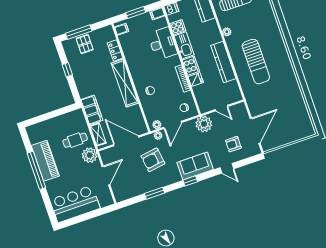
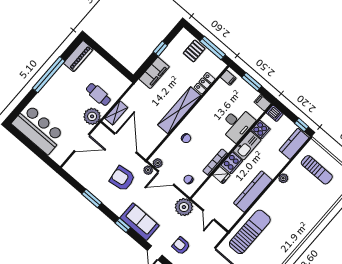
window: (79, 32) -> (213, 48), moved
sun lounger: (256, 62) -> (250, 232), moved, turned 180
filing cabinet: (92, 110) -> (154, 73), moved
piano: (45, 161) -> (78, 56), moved, width x0.73, depth x0.75

